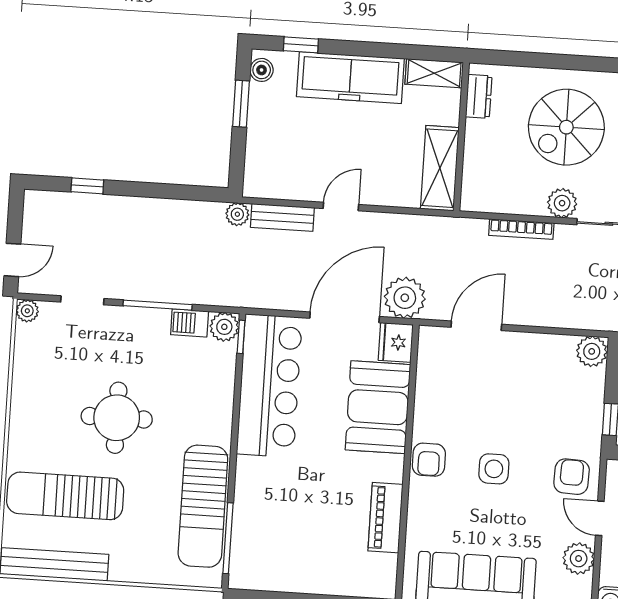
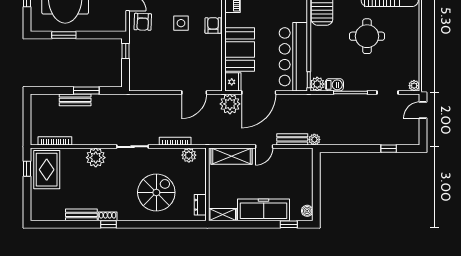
window: (241, 104) -> (316, 194), removed
shelving: (440, 168) -> (231, 156), moved, turned 90
plant: (562, 203) -> (189, 155), moved
plant: (592, 351) -> (137, 84), removed

